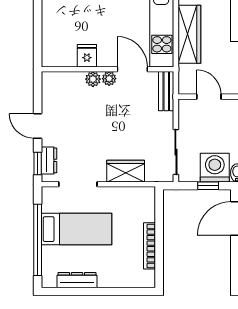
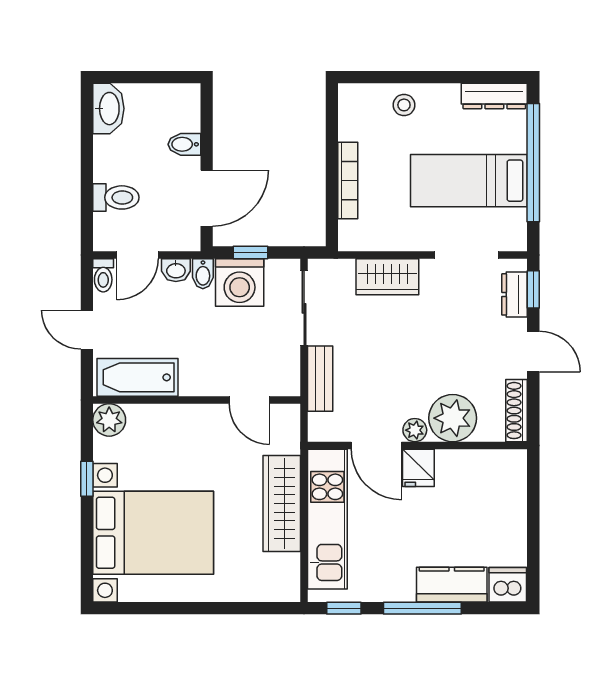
fridge: (87, 56) -> (418, 468), moved
plant: (93, 79) -> (453, 418), width x1.88, depth x1.88
shoe rack: (48, 90) -> (517, 411), added
bench: (166, 91) -> (320, 379), moved
bookcase: (150, 246) -> (348, 181), moved
stool: (116, 275) -> (404, 105), added
dresser: (77, 280) -> (494, 96), moved

